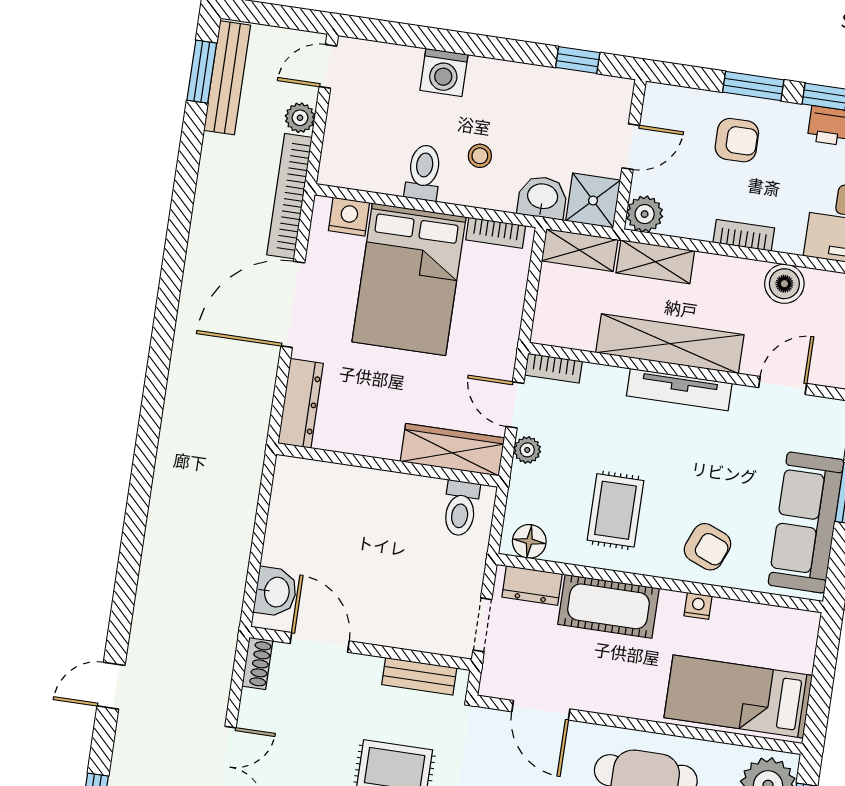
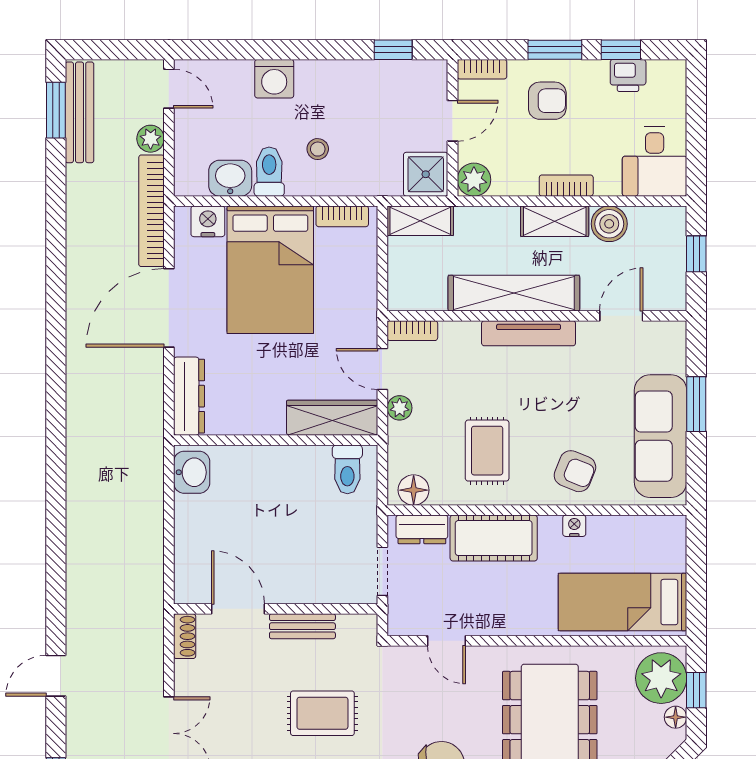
door: (328, 66) -> (169, 89), swing flipped
bookcase: (671, 95) -> (482, 69), added
washbasin: (542, 197) -> (230, 178), moved
shelving: (655, 262) -> (555, 221), moved
washbasin: (276, 592) -> (192, 472), moved
bench: (419, 676) -> (302, 626), moved
door: (541, 710) -> (446, 641), width x0.73

